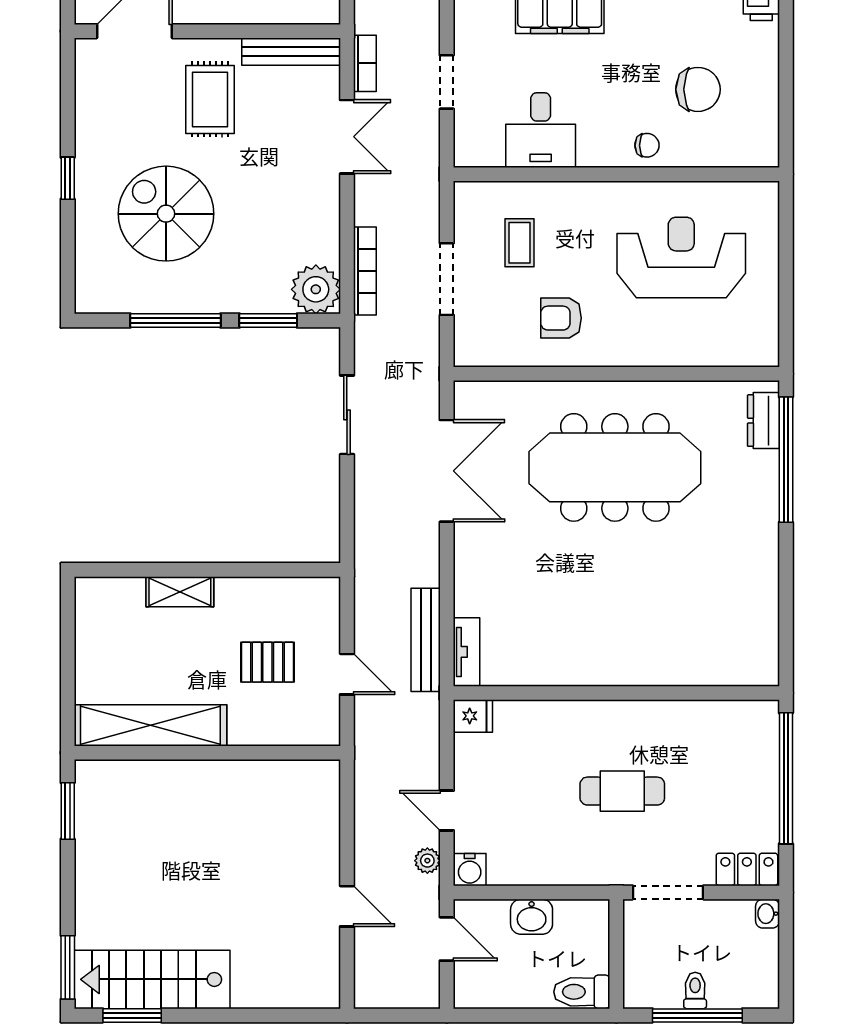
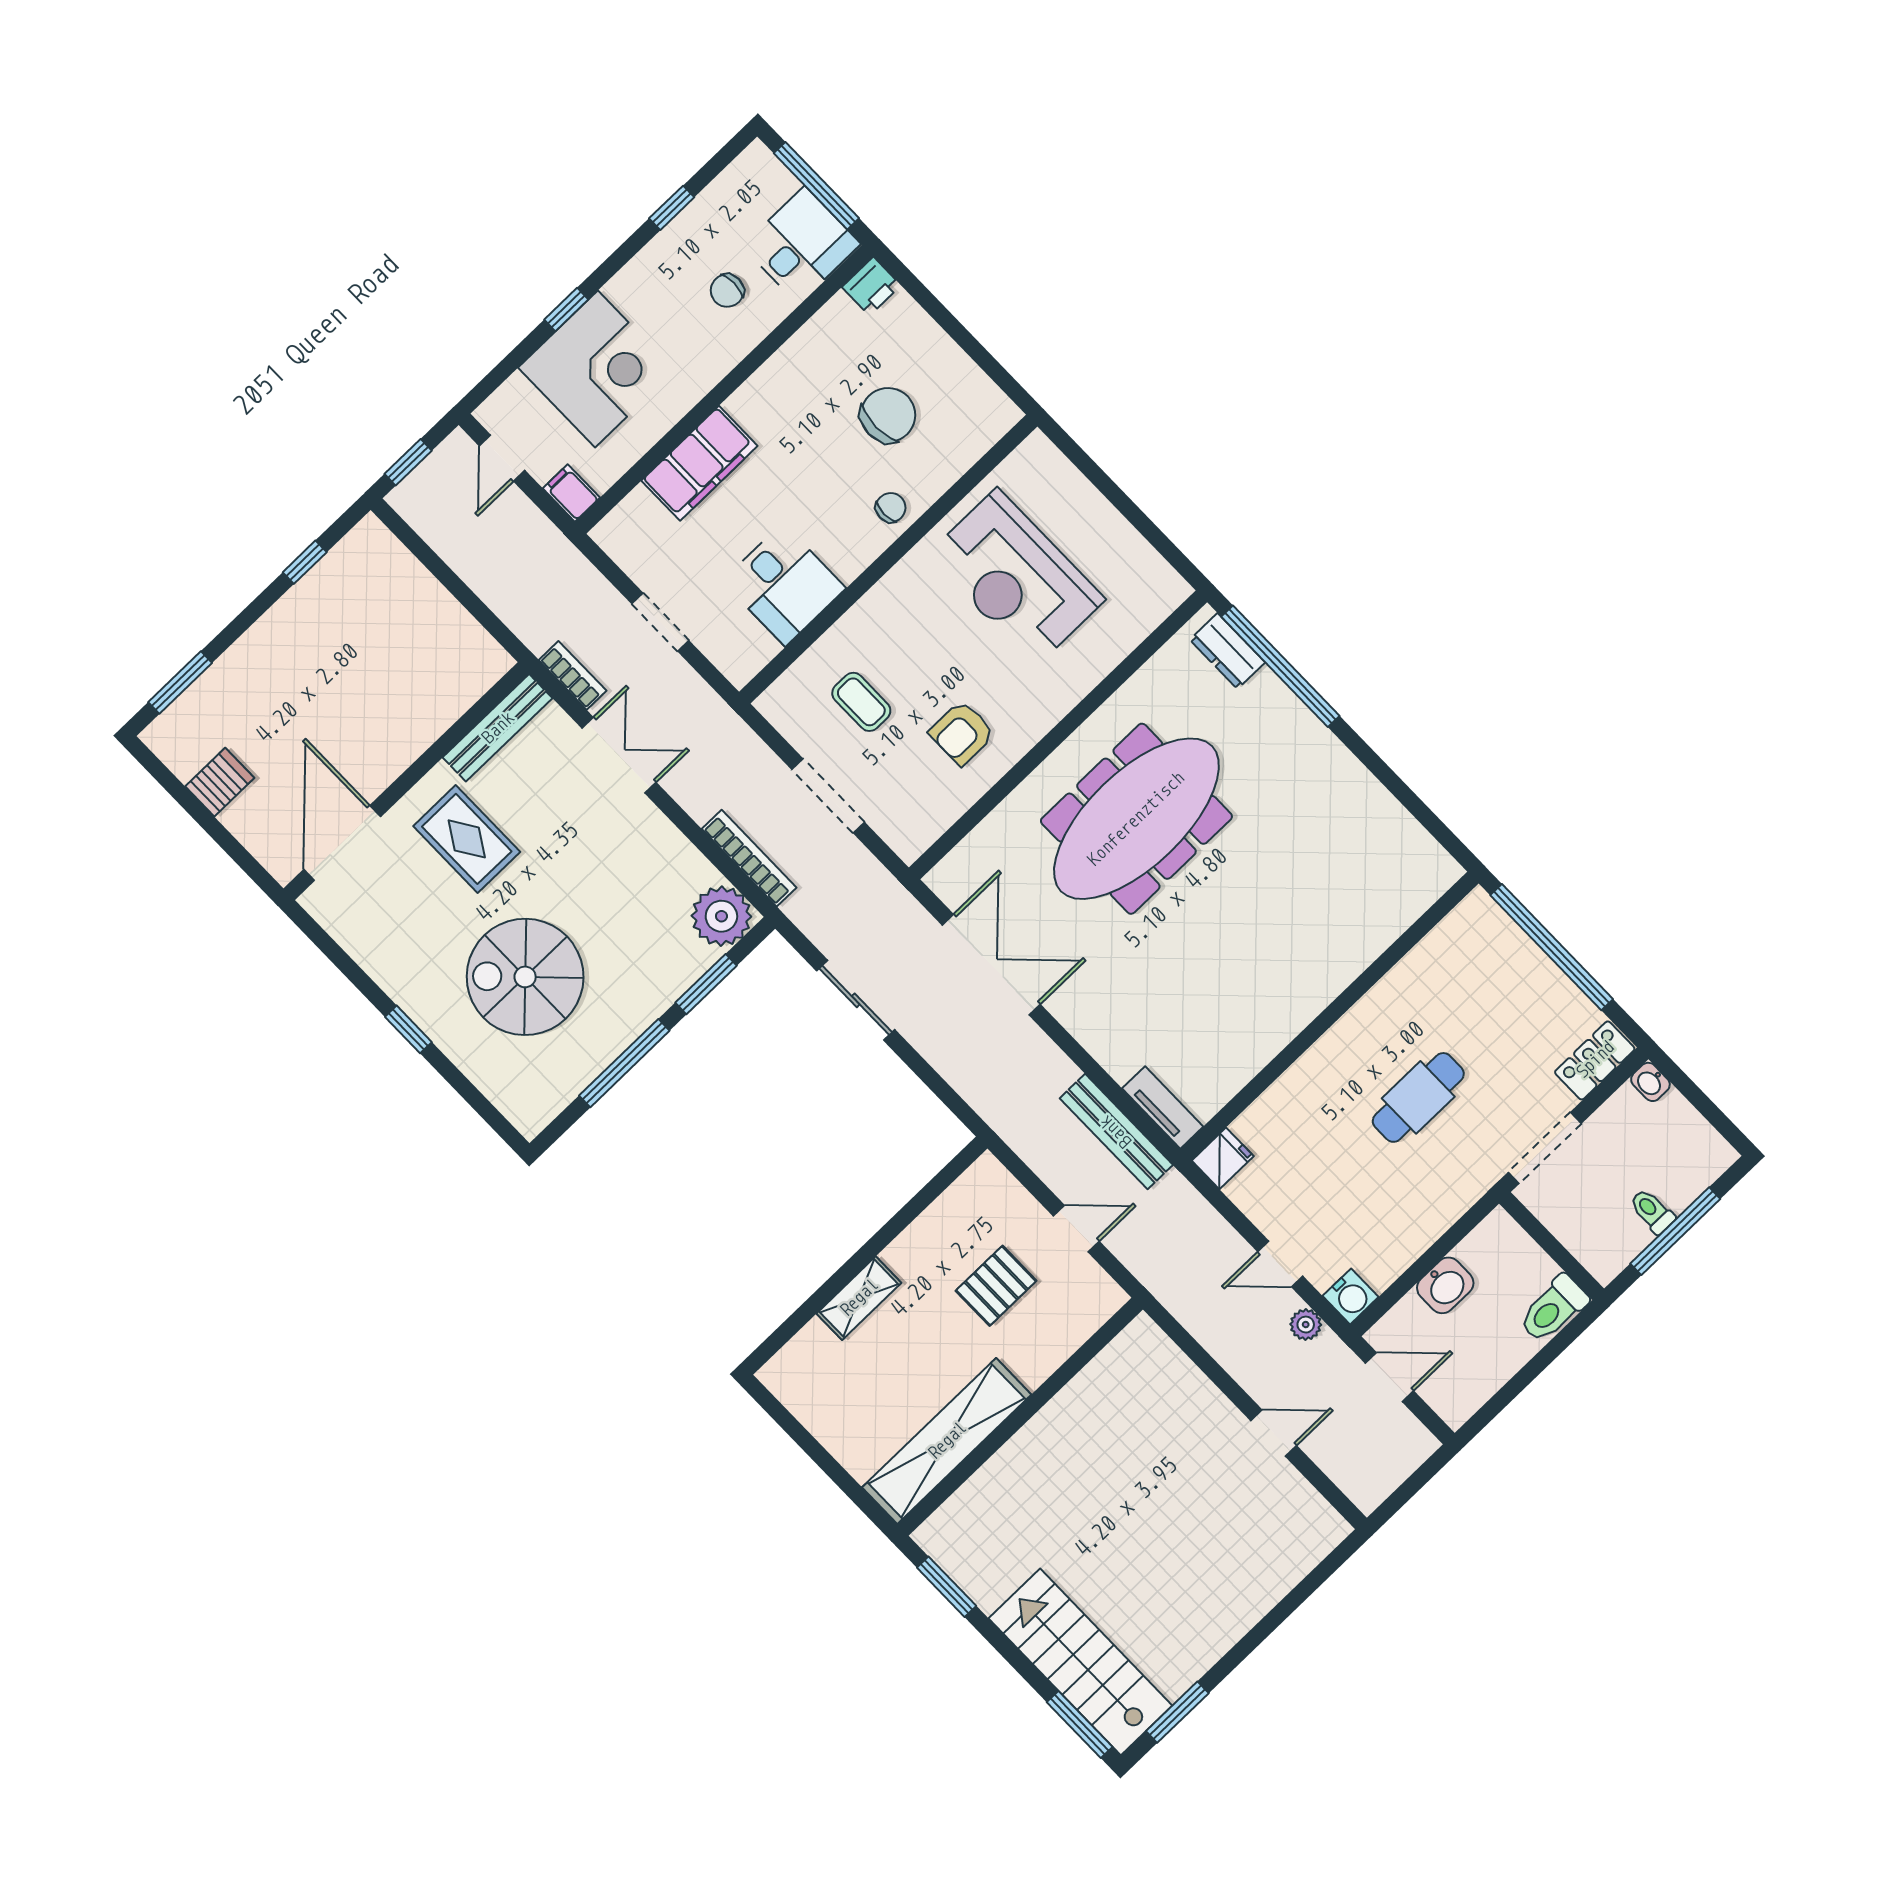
reception desk: (681, 258) -> (1016, 577), turned -90
stairs: (152, 979) -> (1080, 1662), moved, turned 90

